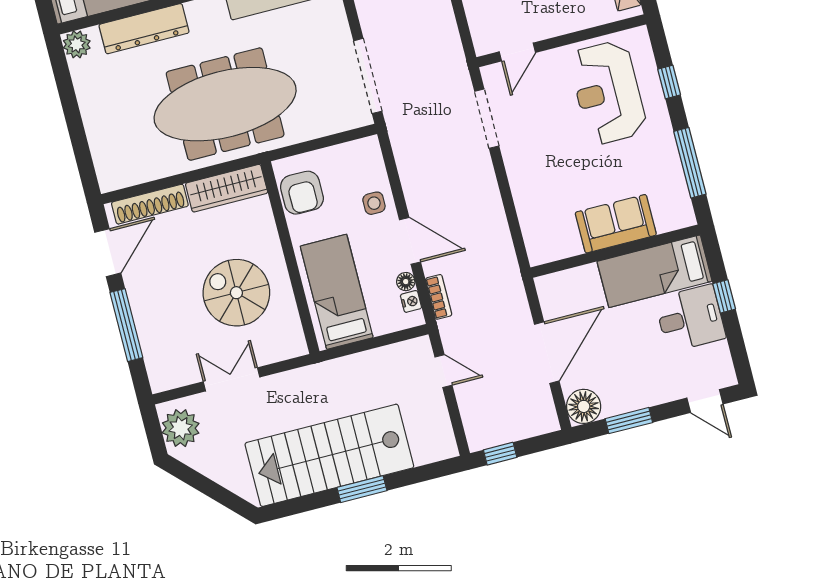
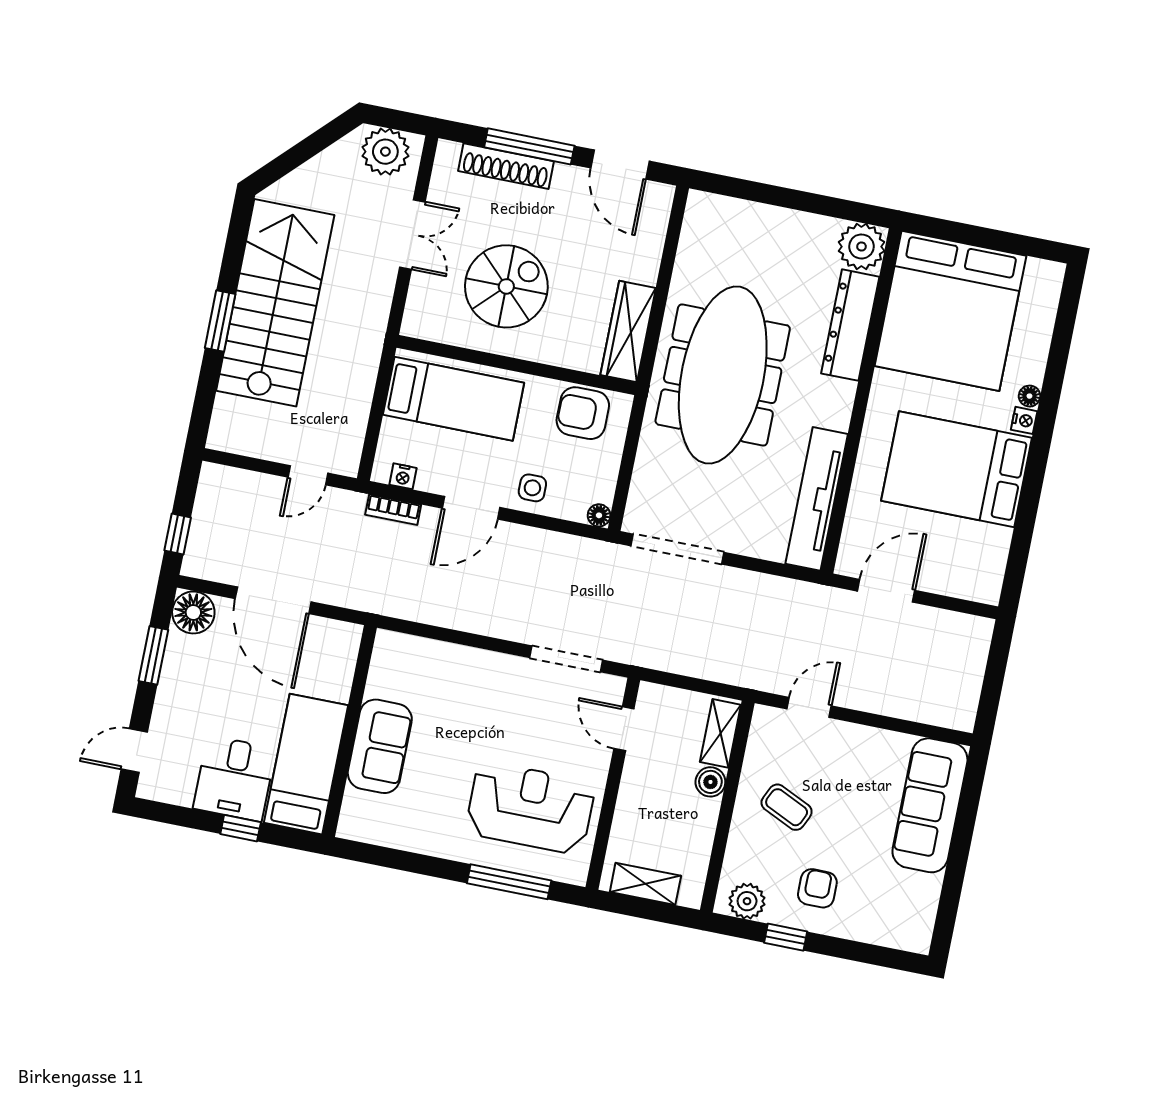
plant: (77, 44) -> (861, 247), width x1.36, depth x1.36
window: (669, 82) -> (509, 882), width x2.17
window: (690, 163) -> (408, 862), removed
shoe rack: (150, 204) -> (506, 166), moved, turned -90
floor lamp: (406, 282) -> (599, 515), moved
window: (500, 454) -> (178, 534), moved

